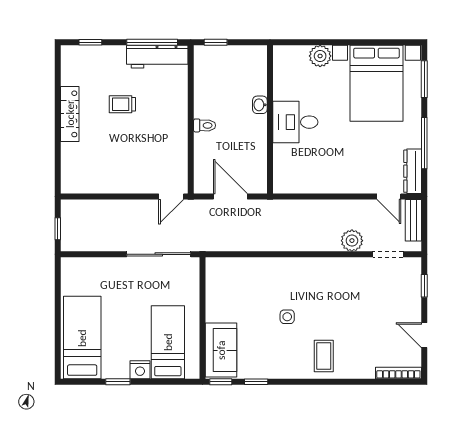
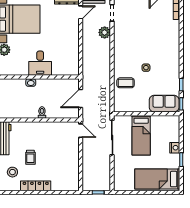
stool: (95, 71) -> (12, 172), added
bed: (168, 342) -> (141, 135), moved, turned -90
coffee table: (324, 356) -> (126, 83), moved

